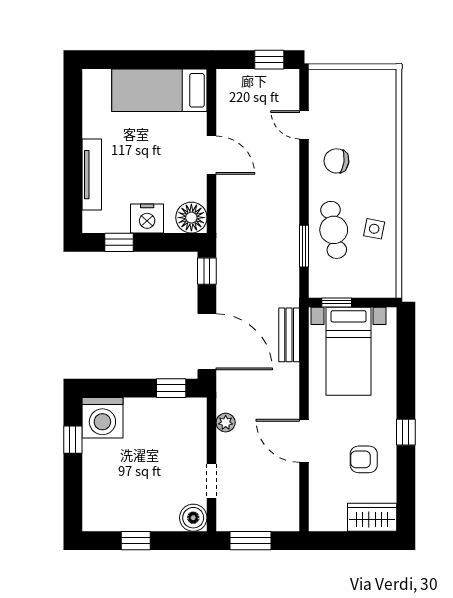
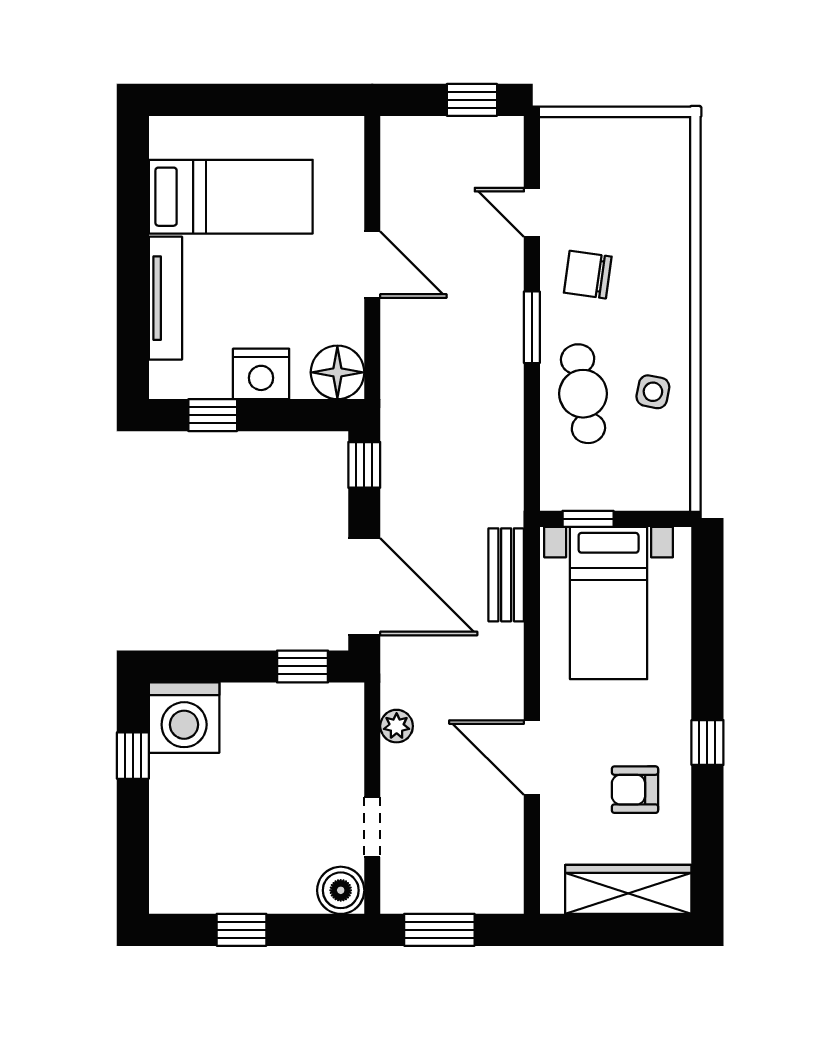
bed: (159, 90) -> (231, 197), moved, turned 180
window: (304, 246) -> (532, 327), moved
wardrobe: (372, 517) -> (628, 889), width x1.50

